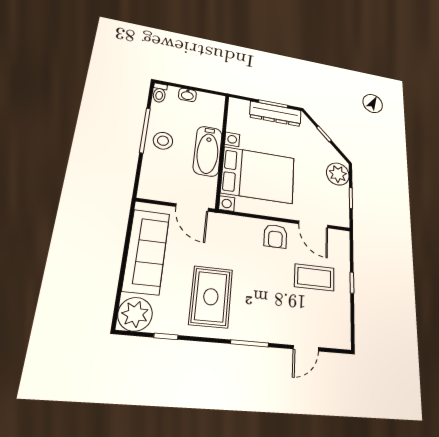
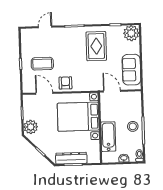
bathtub: (208, 151) -> (108, 137), moved
sofa: (146, 251) -> (131, 70), width x0.73

